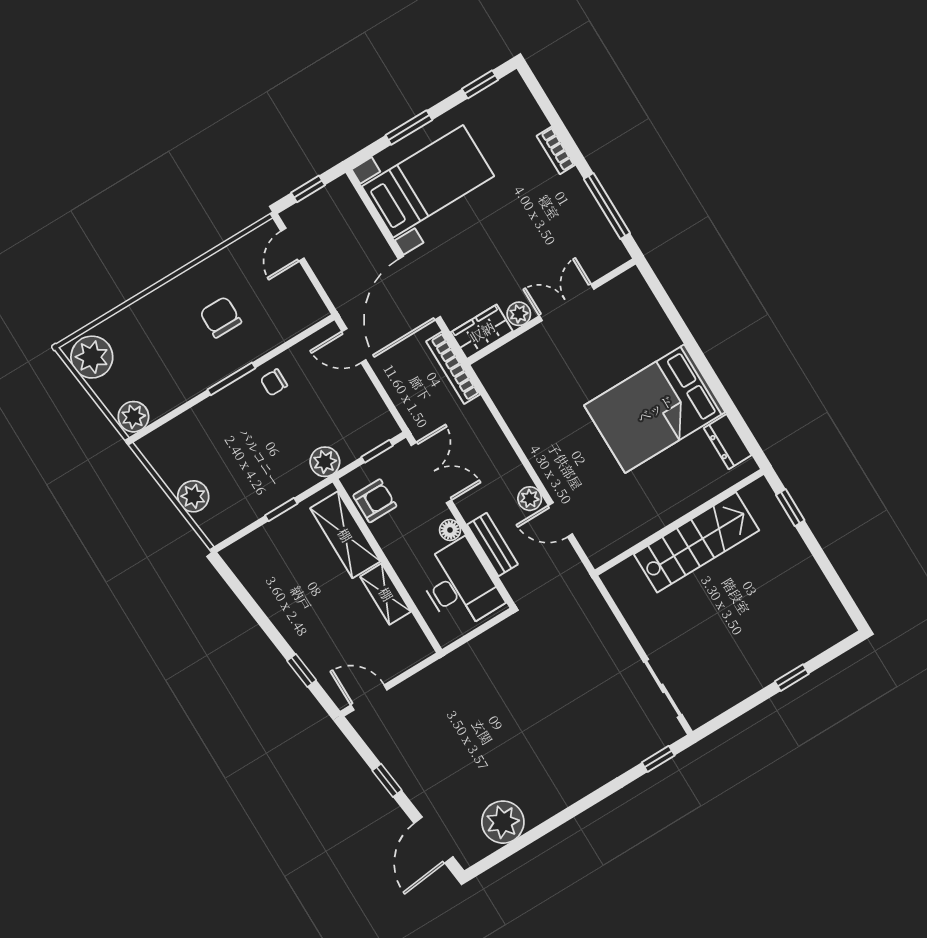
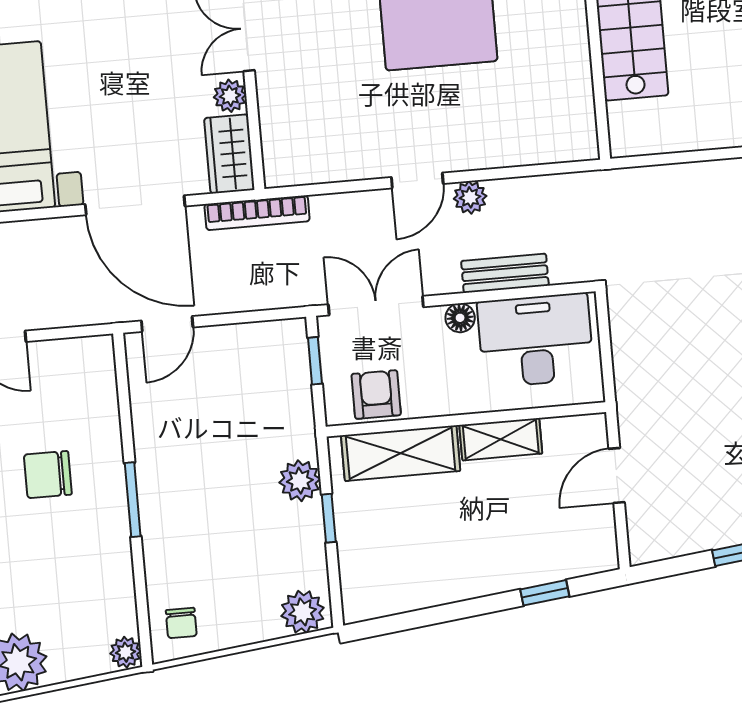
chair: (274, 382) -> (181, 623), moved
plant: (133, 417) -> (126, 652), width x0.73, depth x0.73
plant: (325, 462) -> (300, 481), moved
plant: (193, 496) -> (303, 612), moved
door: (560, 520) -> (417, 181), moved
door: (369, 697) -> (617, 475), moved

